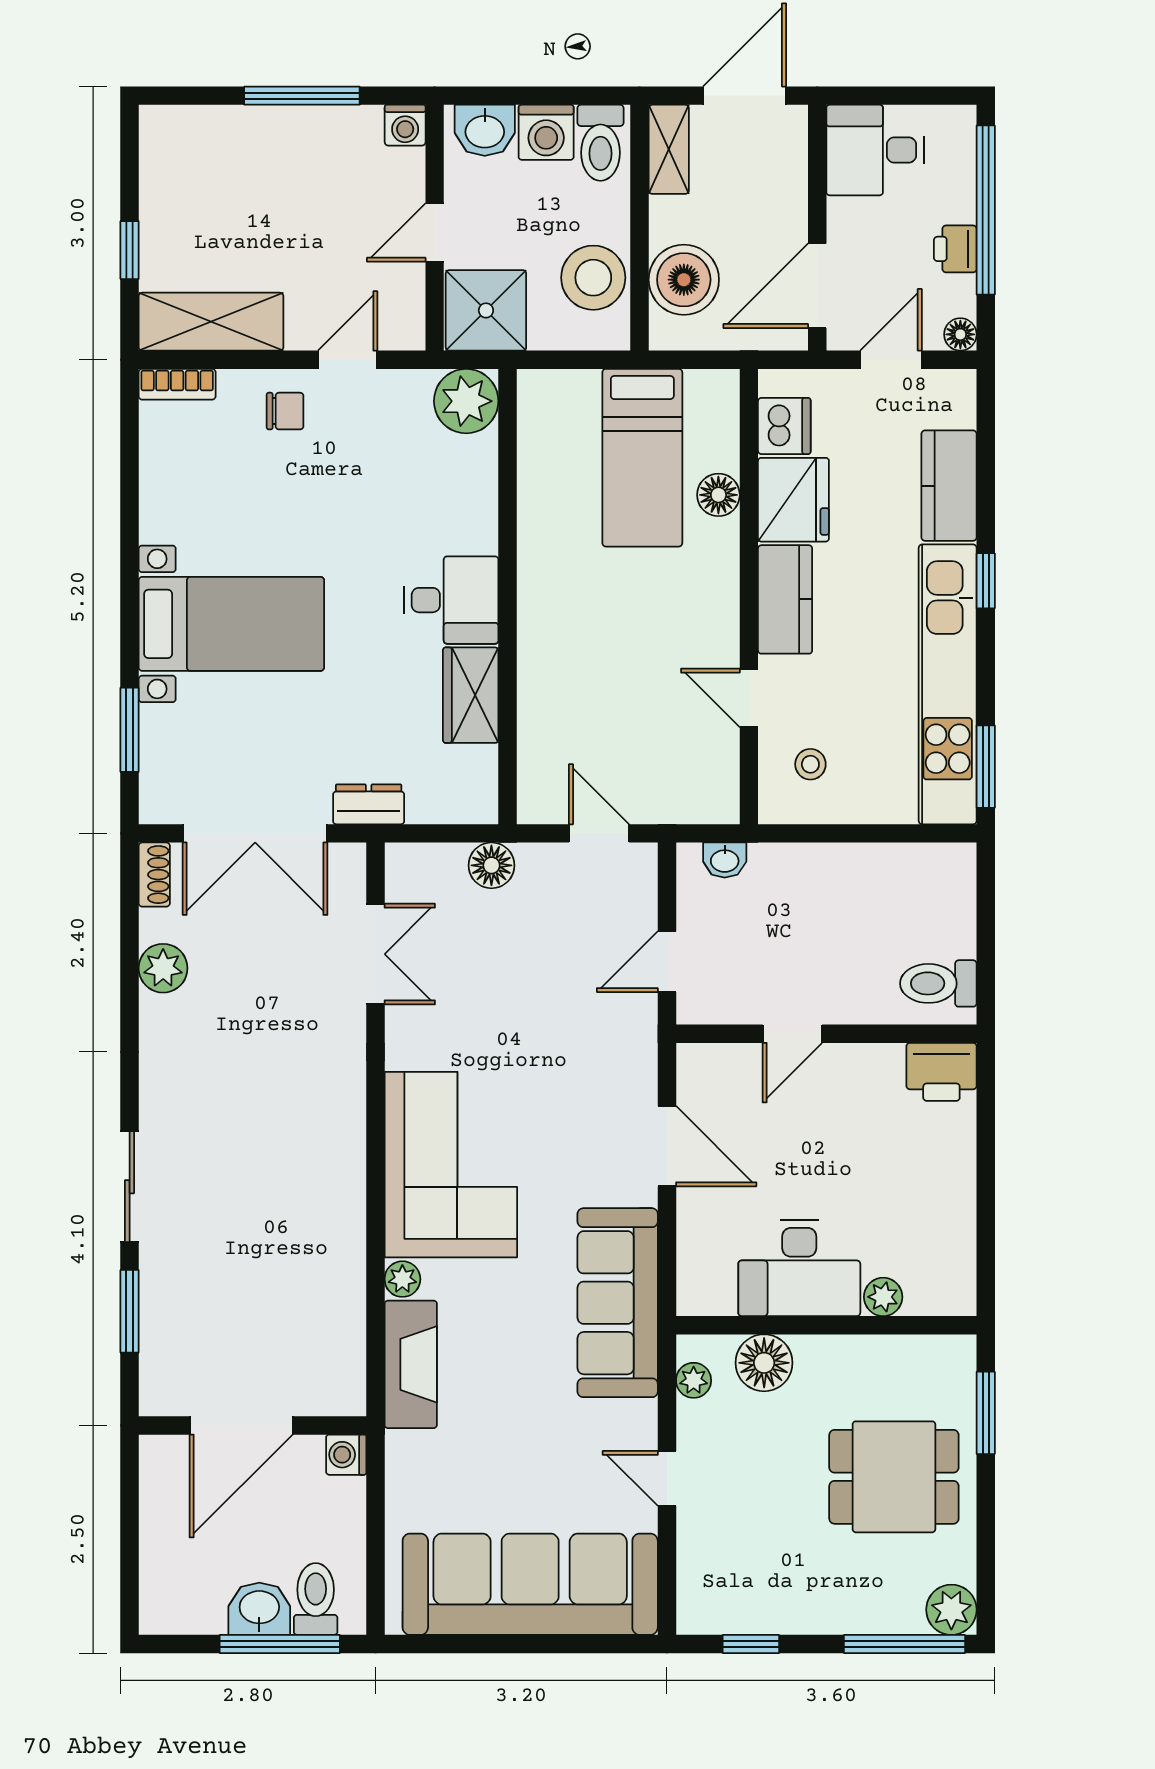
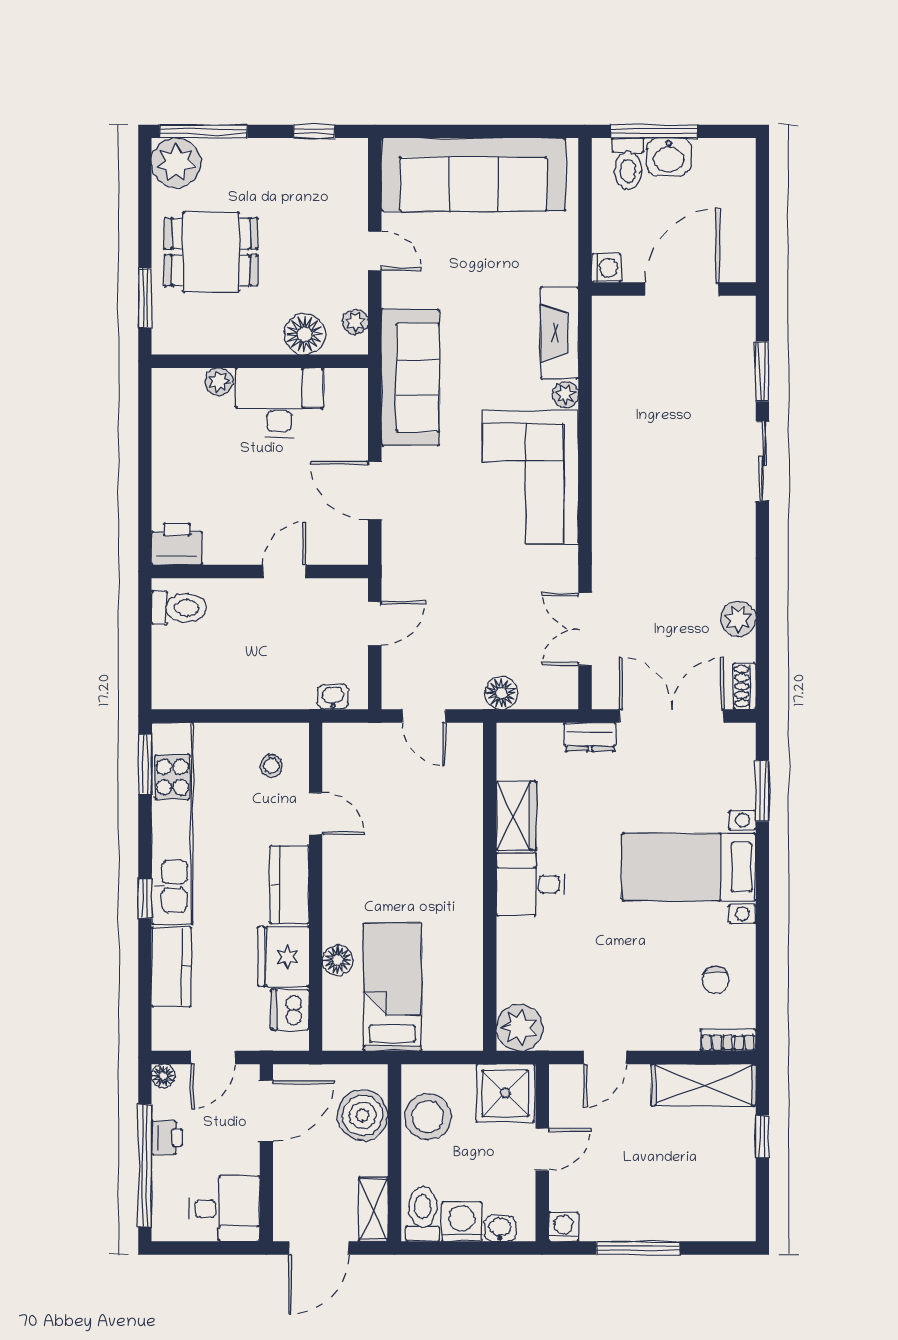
washbasin: (485, 130) -> (500, 1229), width x0.72, depth x0.69
chair: (285, 411) -> (716, 980), moved, turned -90
plant: (951, 1610) -> (176, 163), width x1.36, depth x1.36

